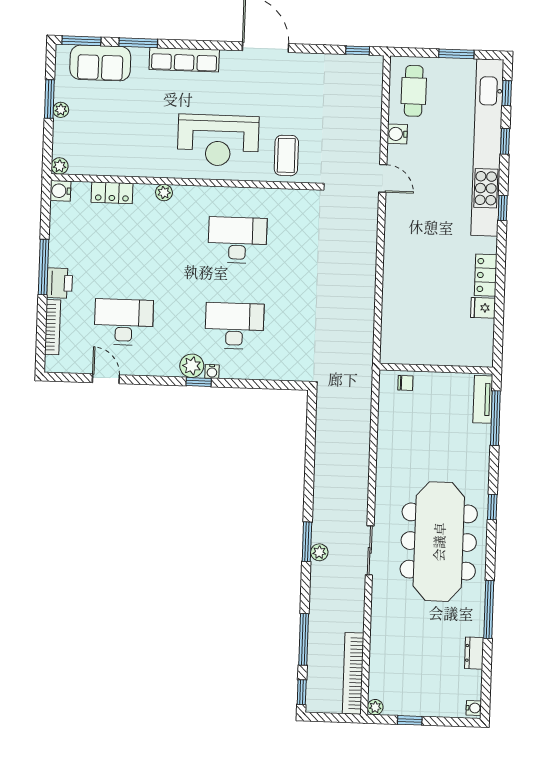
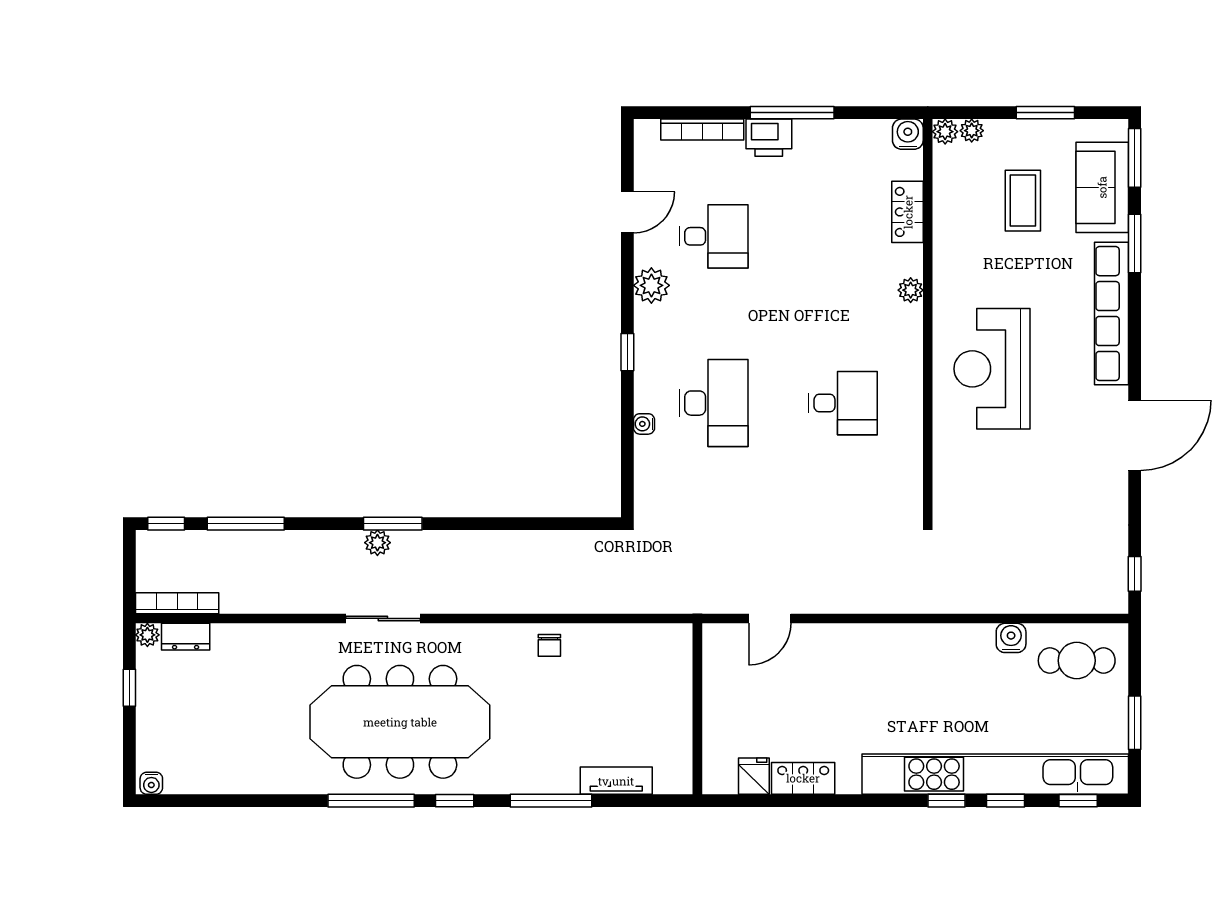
row of seats: (184, 60) -> (1112, 314), width x1.36
plant: (61, 110) -> (972, 131), moved
coffee table: (286, 155) -> (1023, 201), moved, turned 90
door: (383, 178) -> (770, 618), moved
window: (503, 208) -> (946, 801), moved
desk: (237, 240) -> (843, 403), width x0.73
desk: (124, 322) -> (714, 236), width x0.73
plant: (192, 366) -> (651, 285), moved
wall: (436, 369) -> (697, 709), moved
water cooler: (212, 371) -> (644, 424), moved
chair: (405, 383) -> (549, 645), moved
window: (495, 418) -> (551, 801), moved
window: (489, 610) -> (371, 801), moved
dresser: (474, 653) -> (186, 637), moved, turned 180
bookcase: (353, 673) -> (177, 603), width x0.68, depth x0.76

